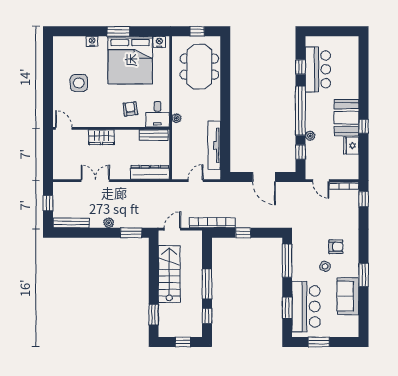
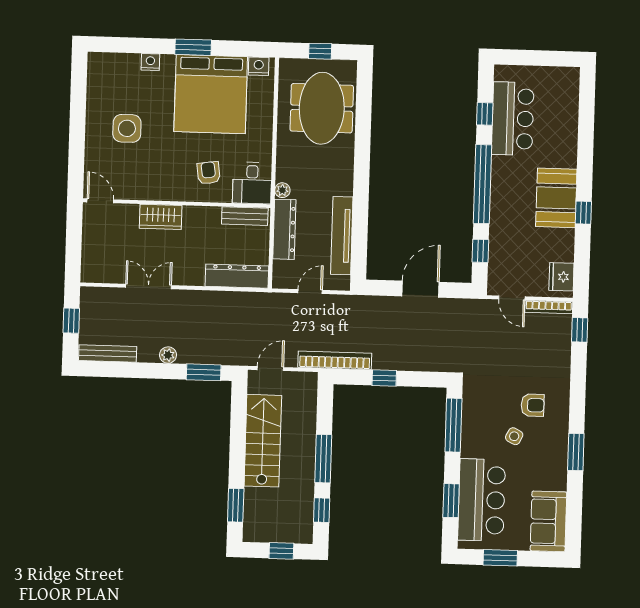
plant: (310, 136) -> (497, 225), removed
dresser: (178, 142) -> (284, 229), added
fridge: (351, 146) -> (561, 277), moved
door: (264, 177) -> (420, 289), swing flipped
sofa: (348, 296) -> (548, 521), moved

